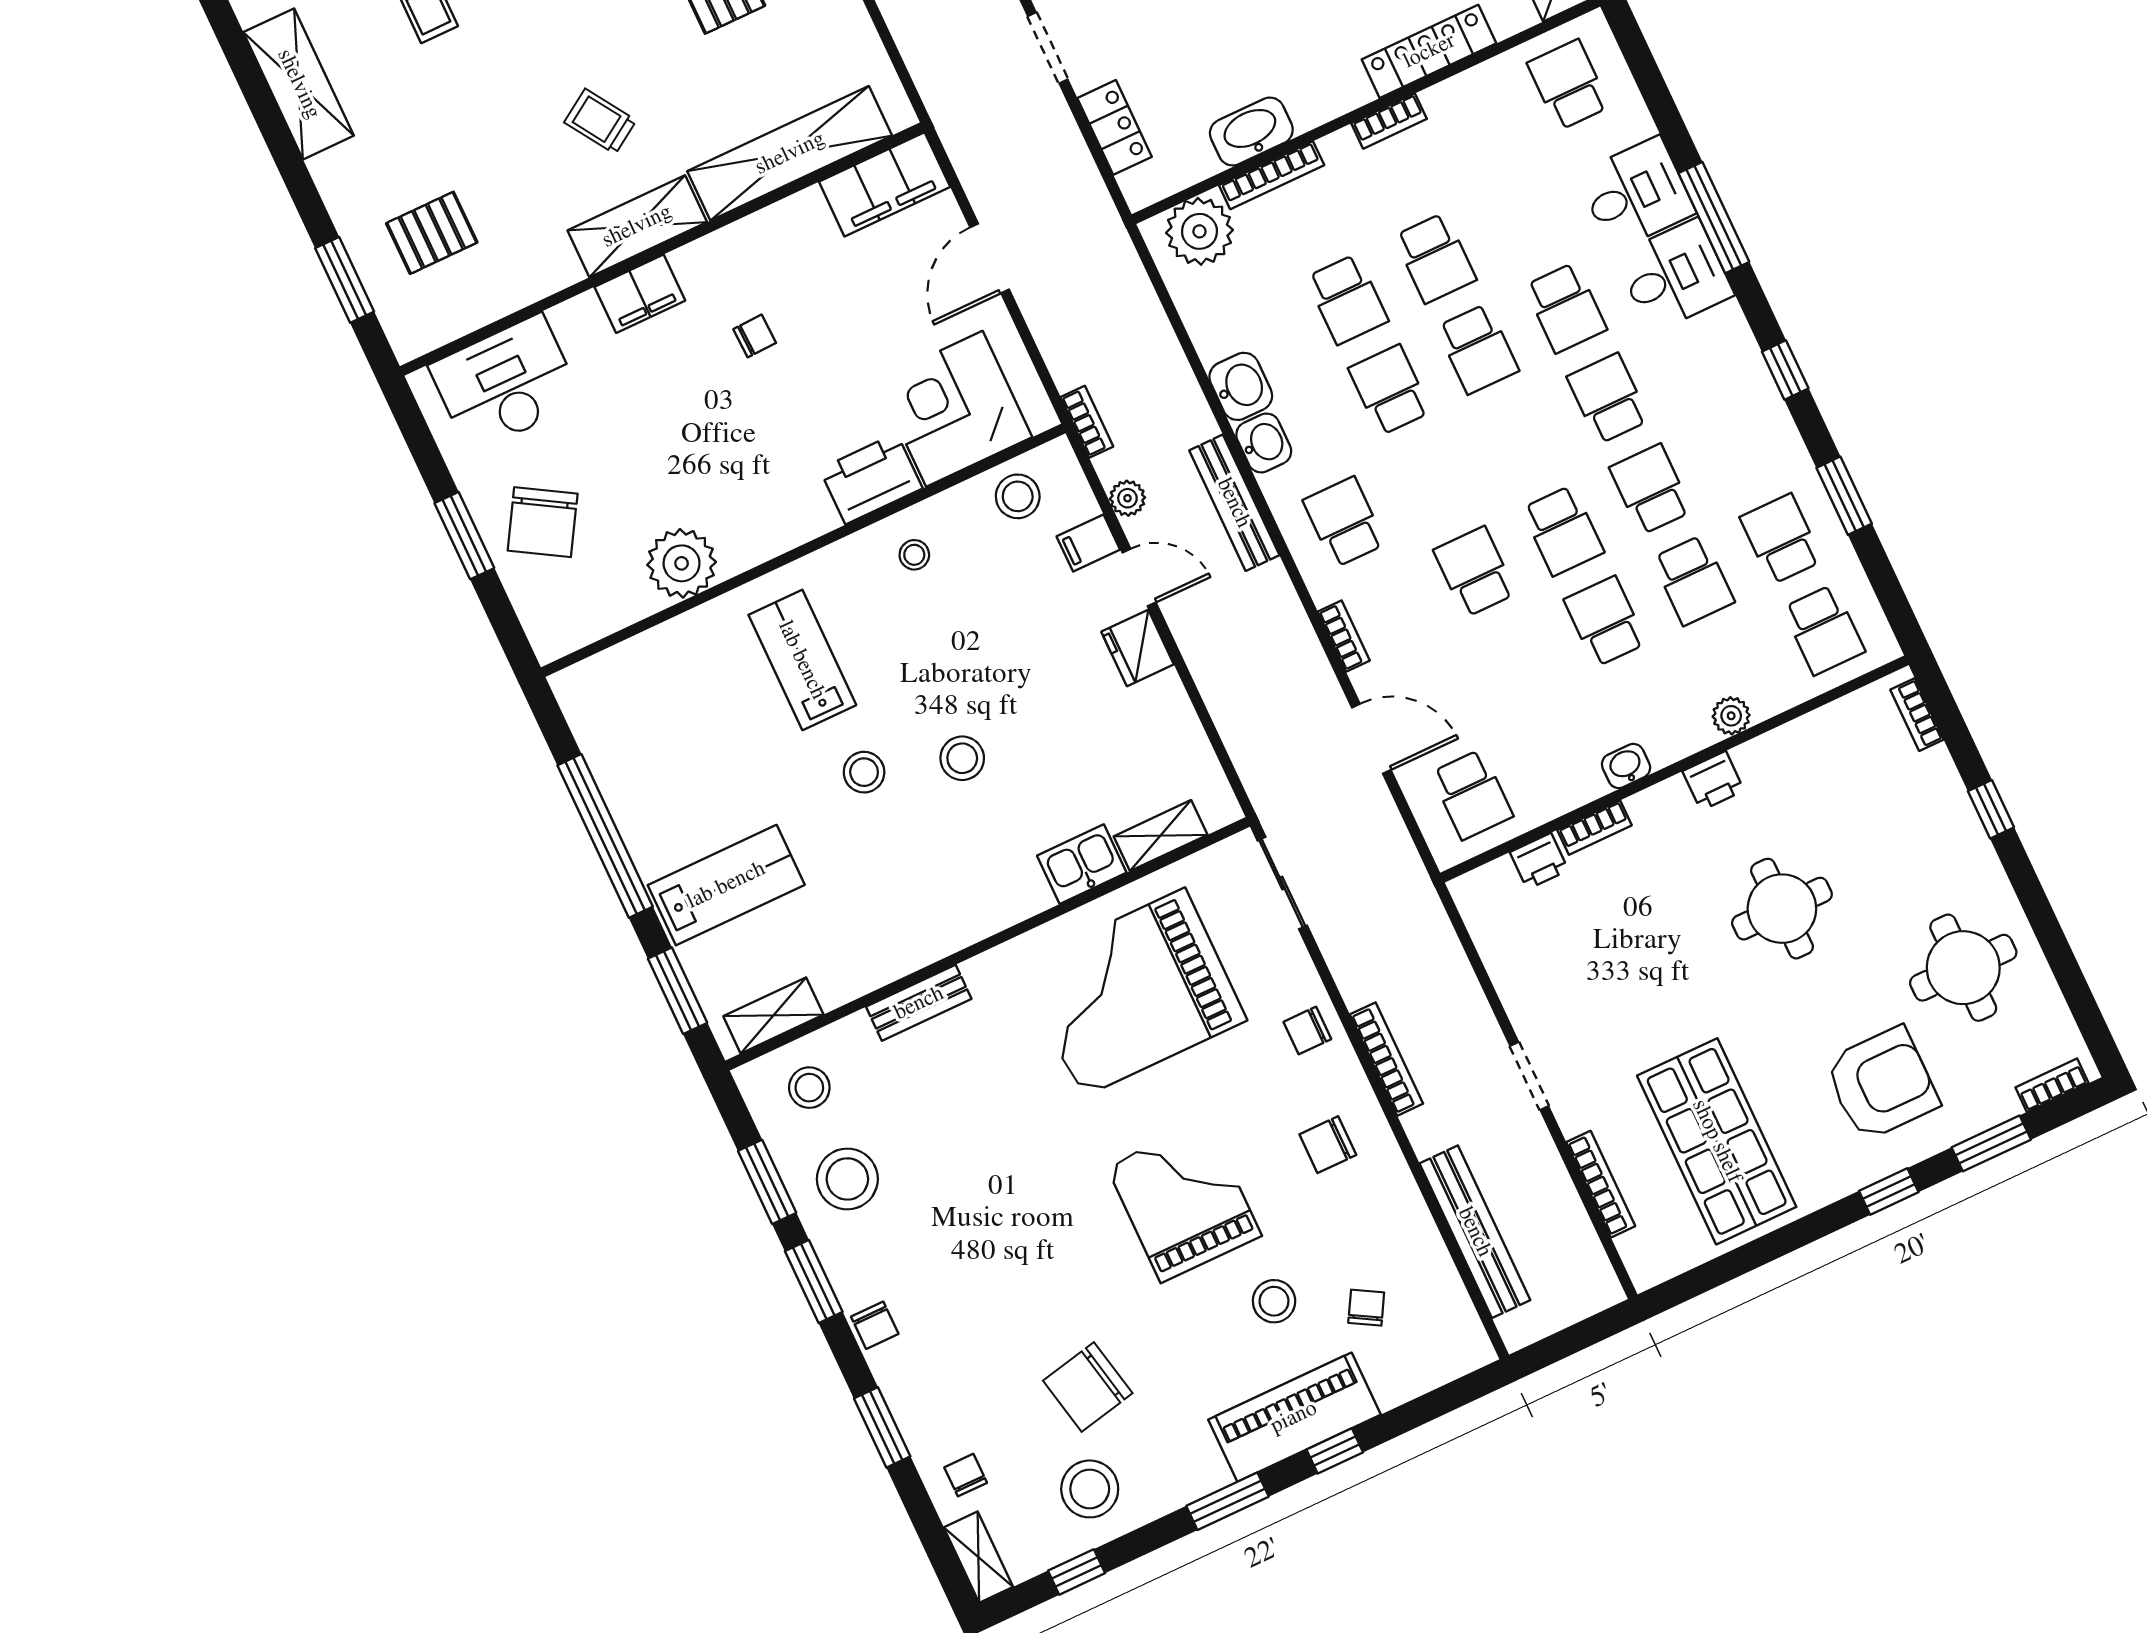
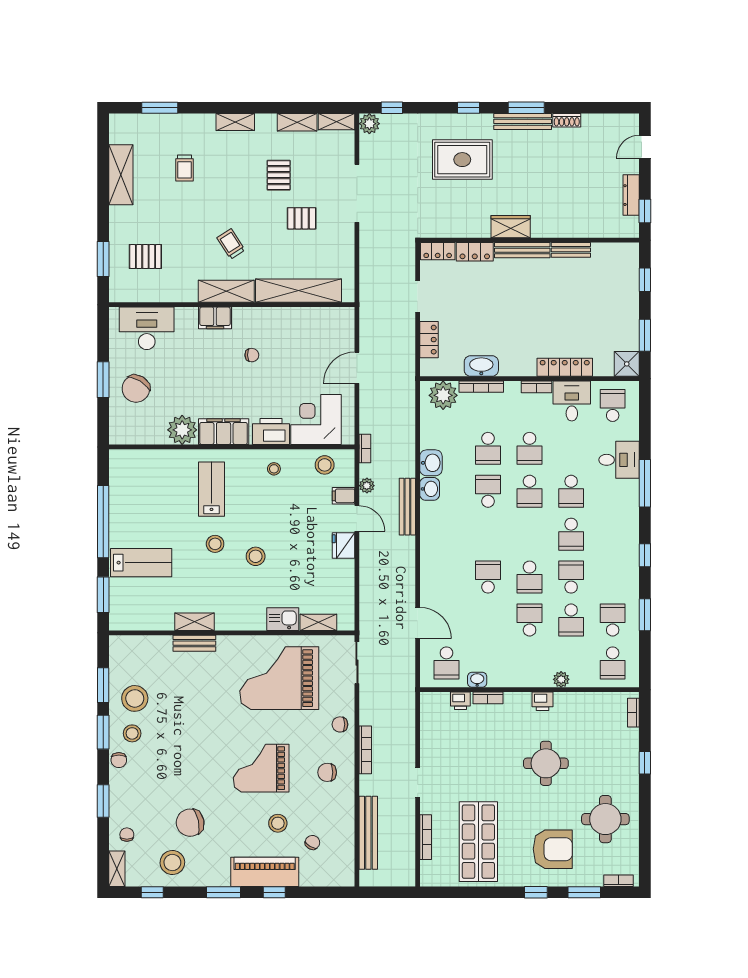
filing cabinet: (885, 184) -> (224, 432), moved, turned 180
desk: (1674, 276) -> (572, 401), moved, turned -90
school desk: (1608, 399) -> (571, 534), turned 180
school desk: (1344, 522) -> (446, 534), removed
bookcase: (1344, 636) -> (426, 578), removed
washbasin: (1626, 766) -> (477, 680), moved
shelving: (773, 1015) -> (195, 622), moved
stool: (809, 1088) -> (132, 733), moved
grand piano: (1184, 1201) -> (261, 768), turned -90

